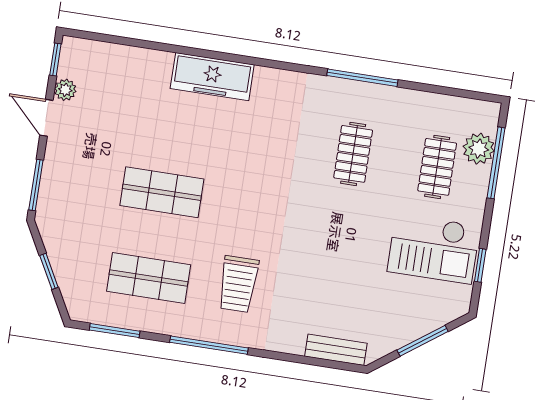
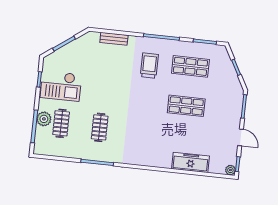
freezer: (212, 77) -> (191, 162), moved
plant: (65, 90) -> (230, 170), moved
plant: (479, 149) -> (44, 119), moved
checkout: (434, 249) -> (61, 86), turned 180
bench: (336, 350) -> (114, 39), moved

